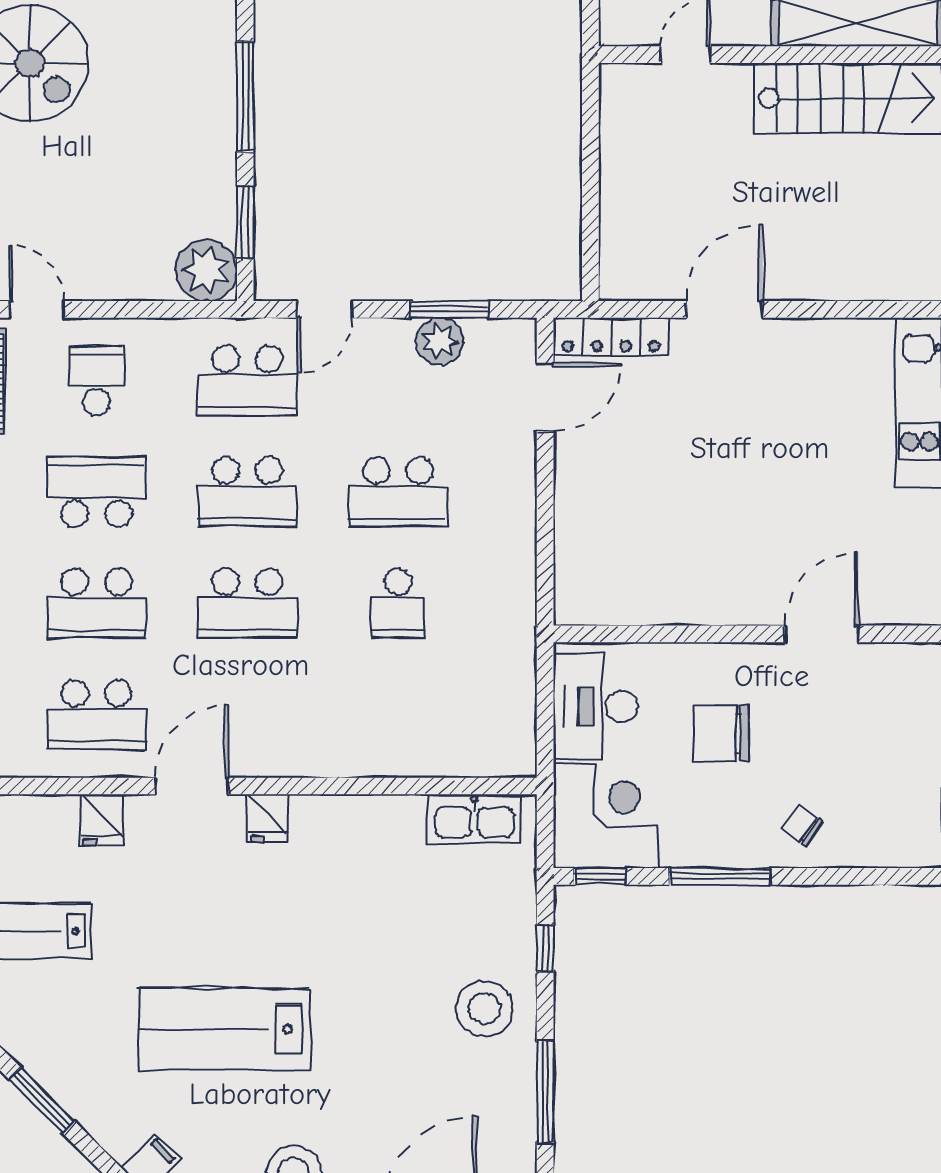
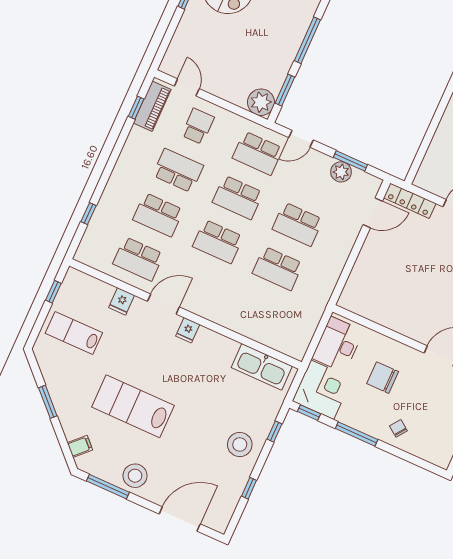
school desk: (398, 603) -> (278, 268), width x1.85
kitchen sink: (474, 819) -> (262, 367), width x1.36, depth x1.24
window: (545, 1092) -> (249, 488), width x0.46

